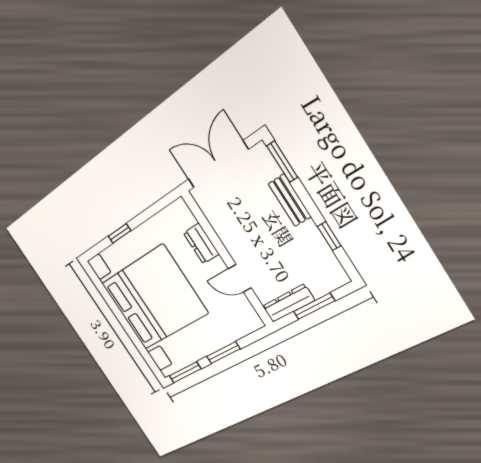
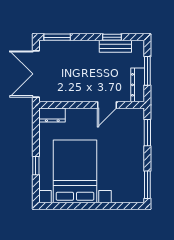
bench: (290, 200) -> (115, 46), moved
dresser: (201, 243) -> (52, 115), moved
bed with nightstands: (154, 298) -> (75, 171), width x0.73
window: (223, 353) -> (147, 133), moved

